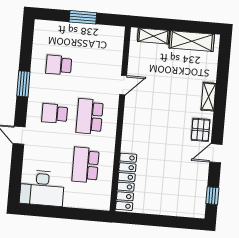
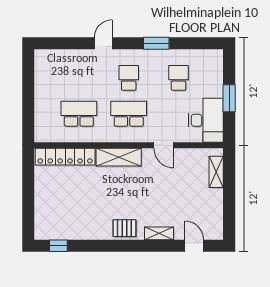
shelving: (192, 41) -> (119, 157), moved, turned 90
door: (216, 153) -> (194, 246), moved
desk: (42, 188) -> (206, 120), moved, turned 180

